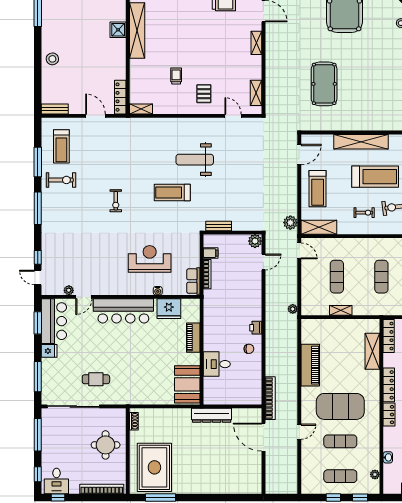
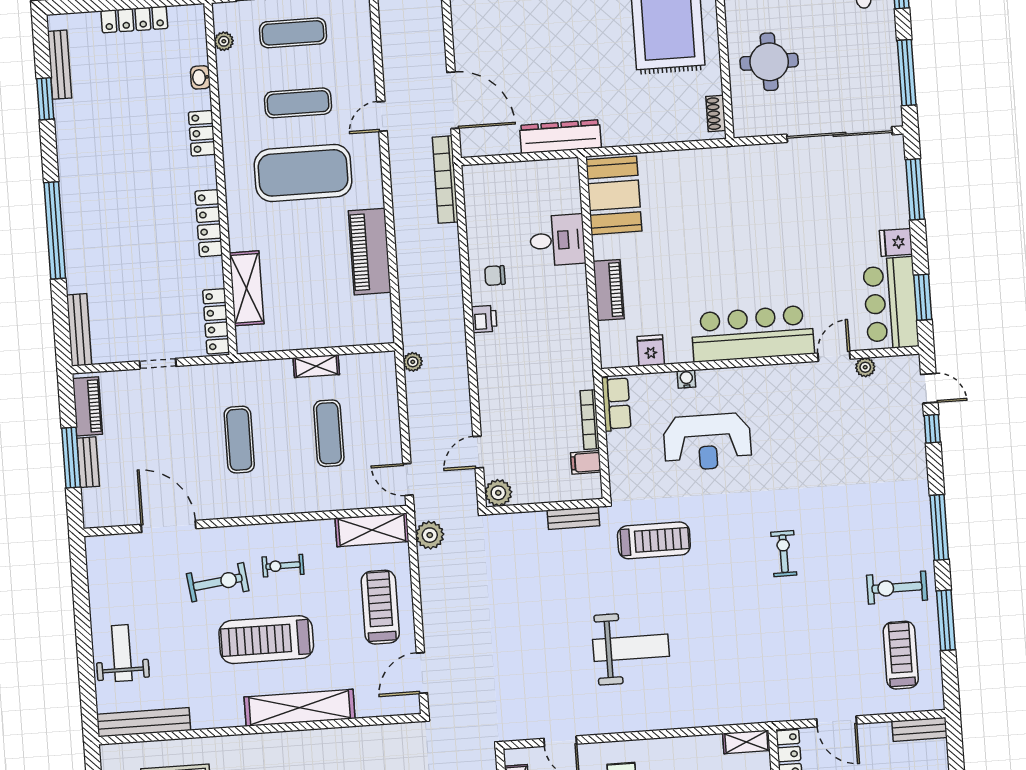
treadmill: (172, 192) -> (654, 540), moved
fridge: (169, 309) -> (651, 351), width x0.53, depth x0.75
cafe table: (96, 379) -> (798, 192), removed
locker: (389, 415) -> (202, 133), moved

